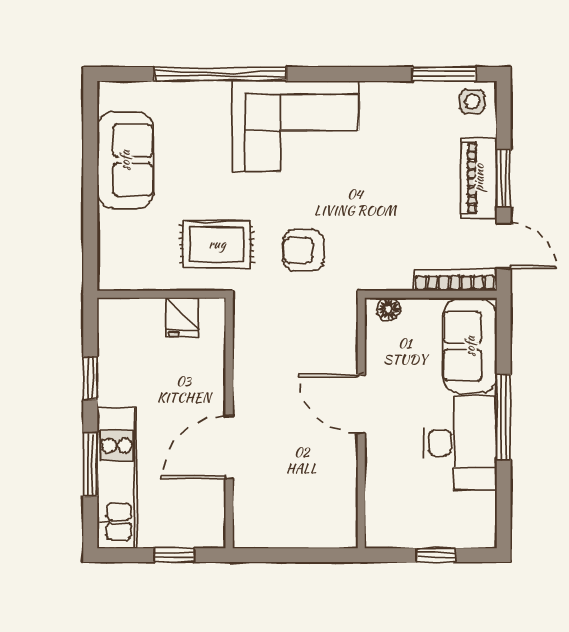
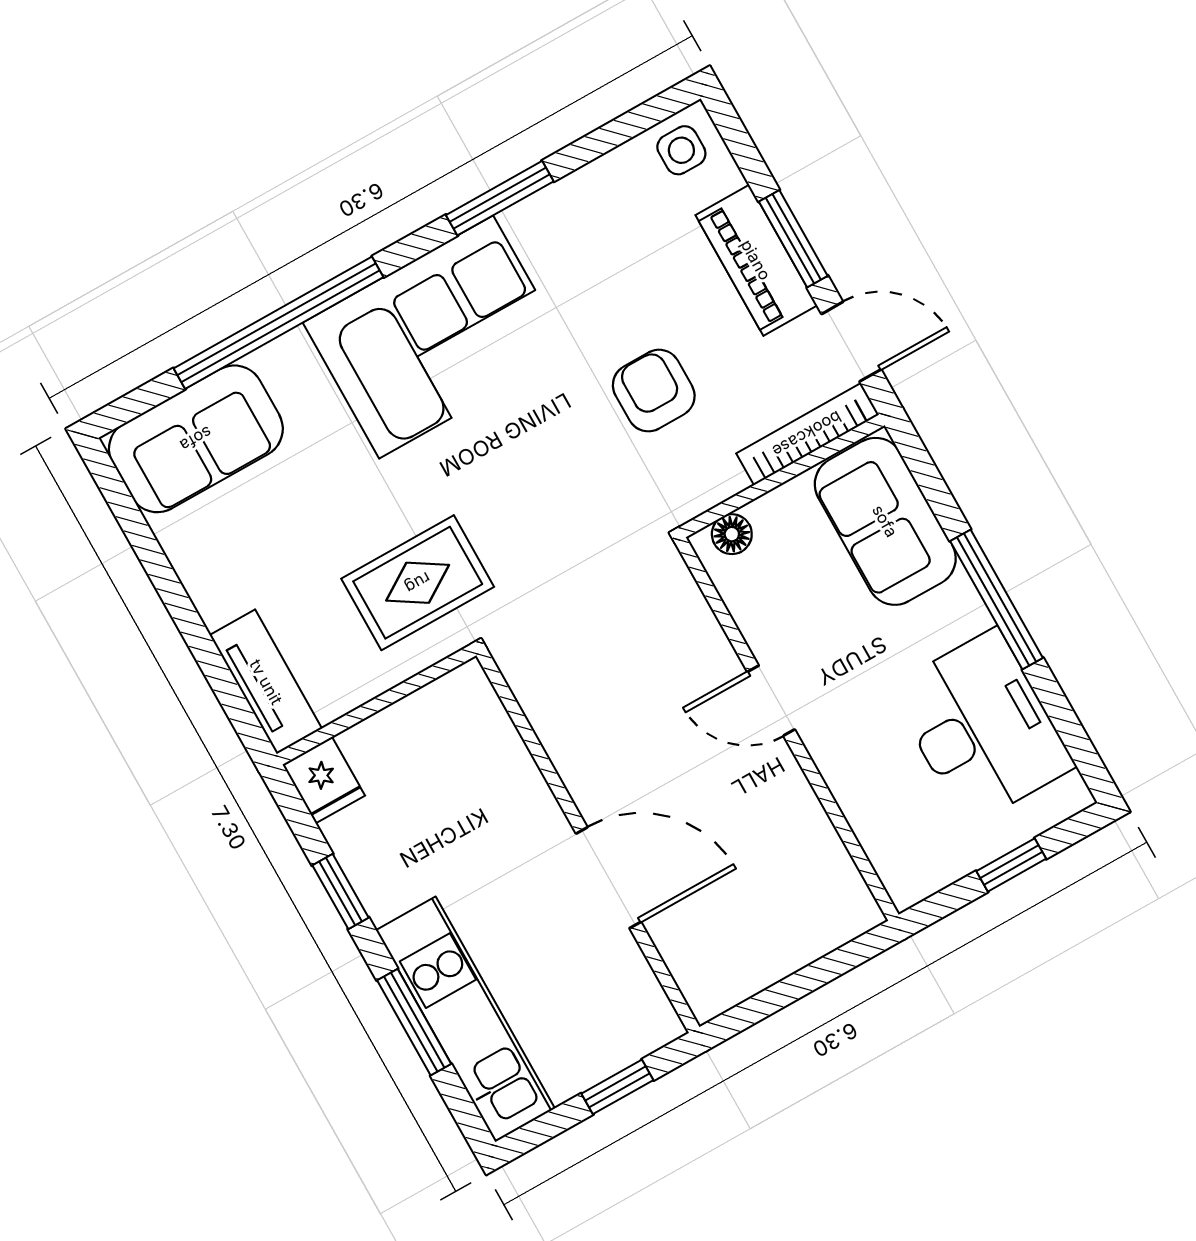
window: (444, 74) -> (500, 198), moved
sofa: (125, 160) -> (196, 439), moved, turned 90
armchair: (304, 250) -> (654, 391), moved, turned 90
tv unit: (112, 251) -> (266, 682), added
fridge: (183, 317) -> (324, 780), moved
door: (361, 404) -> (771, 701), width x0.73
desk: (460, 443) -> (982, 727), moved
door: (229, 447) -> (609, 878), swing flipped

